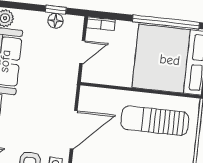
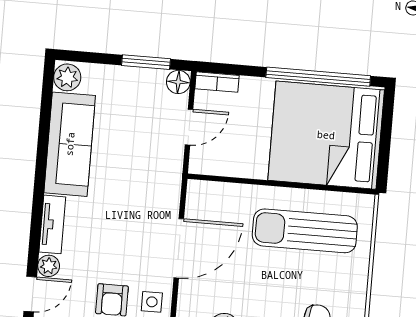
window: (56, 10) -> (146, 62), width x1.50
floor lamp: (55, 21) -> (178, 82), moved

